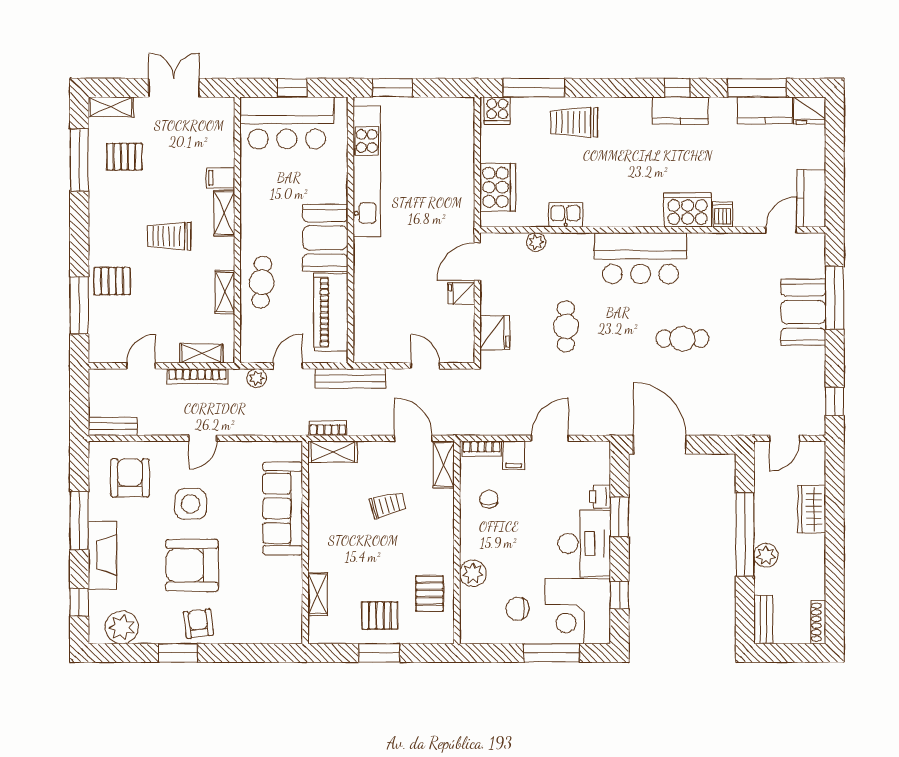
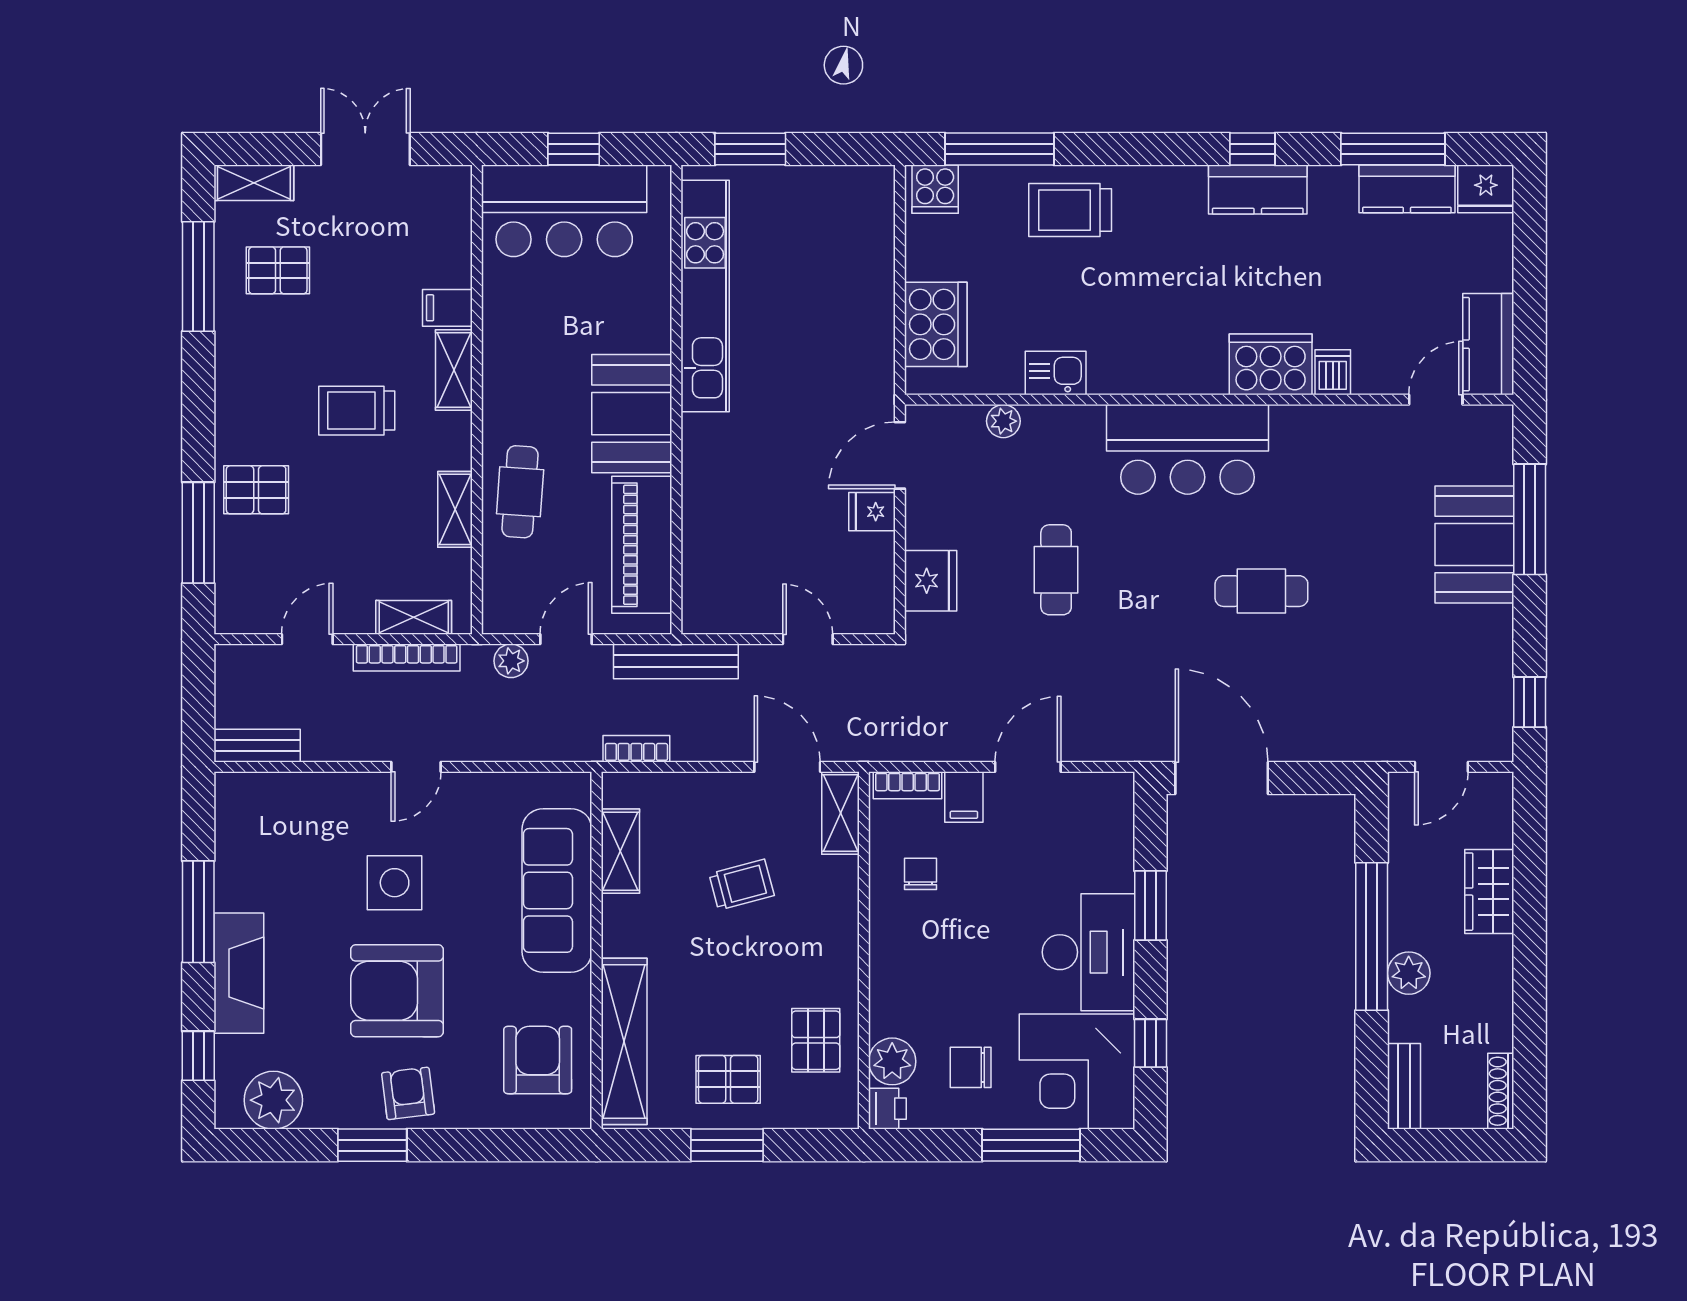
shelving: (333, 452) -> (620, 851), moved, turned 90
armchair: (130, 478) -> (538, 1060), moved
printer: (600, 497) -> (887, 1109), moved, turned 180
plant: (473, 573) -> (892, 1061), moved
shelving: (318, 594) -> (624, 1041), width x2.20, depth x1.33

